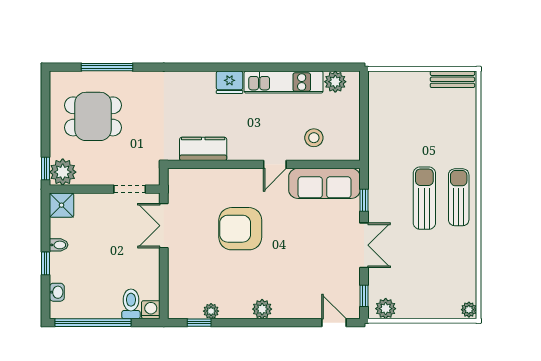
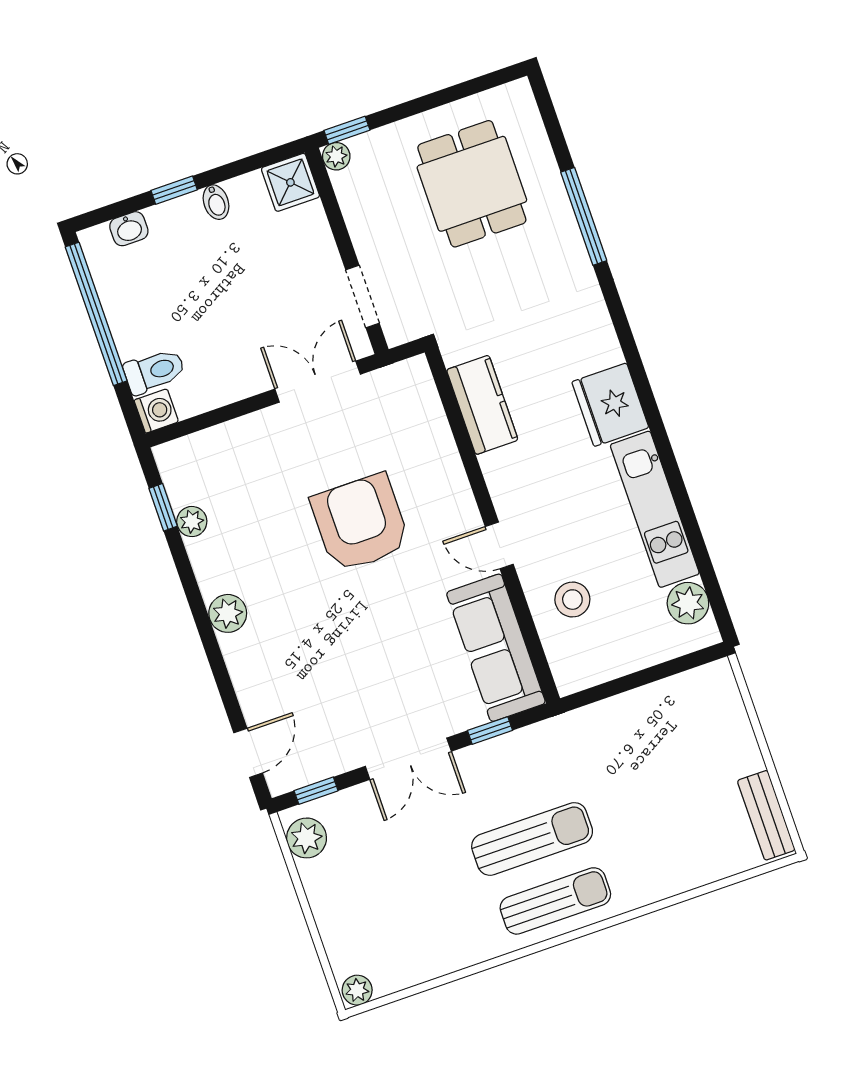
window: (107, 67) -> (584, 216), moved
fridge: (230, 82) -> (610, 405), width x1.36, depth x1.34
plant: (63, 172) -> (336, 156), width x0.53, depth x0.53

